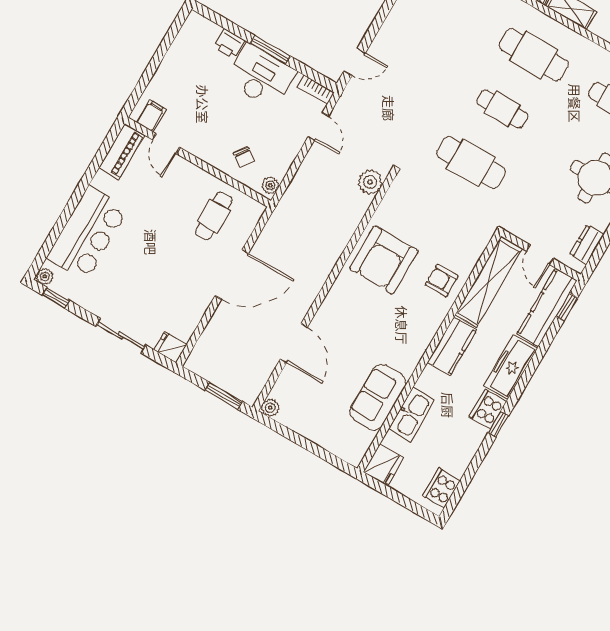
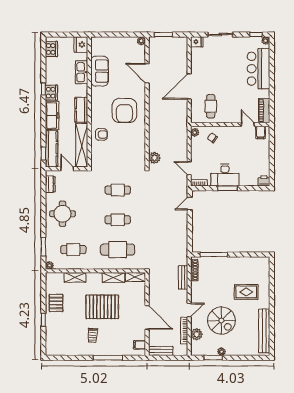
printer: (229, 44) -> (264, 181), moved
cafe table: (471, 163) -> (118, 190), width x0.73, depth x0.74
armchair: (384, 260) -> (124, 111), moved, turned 180

